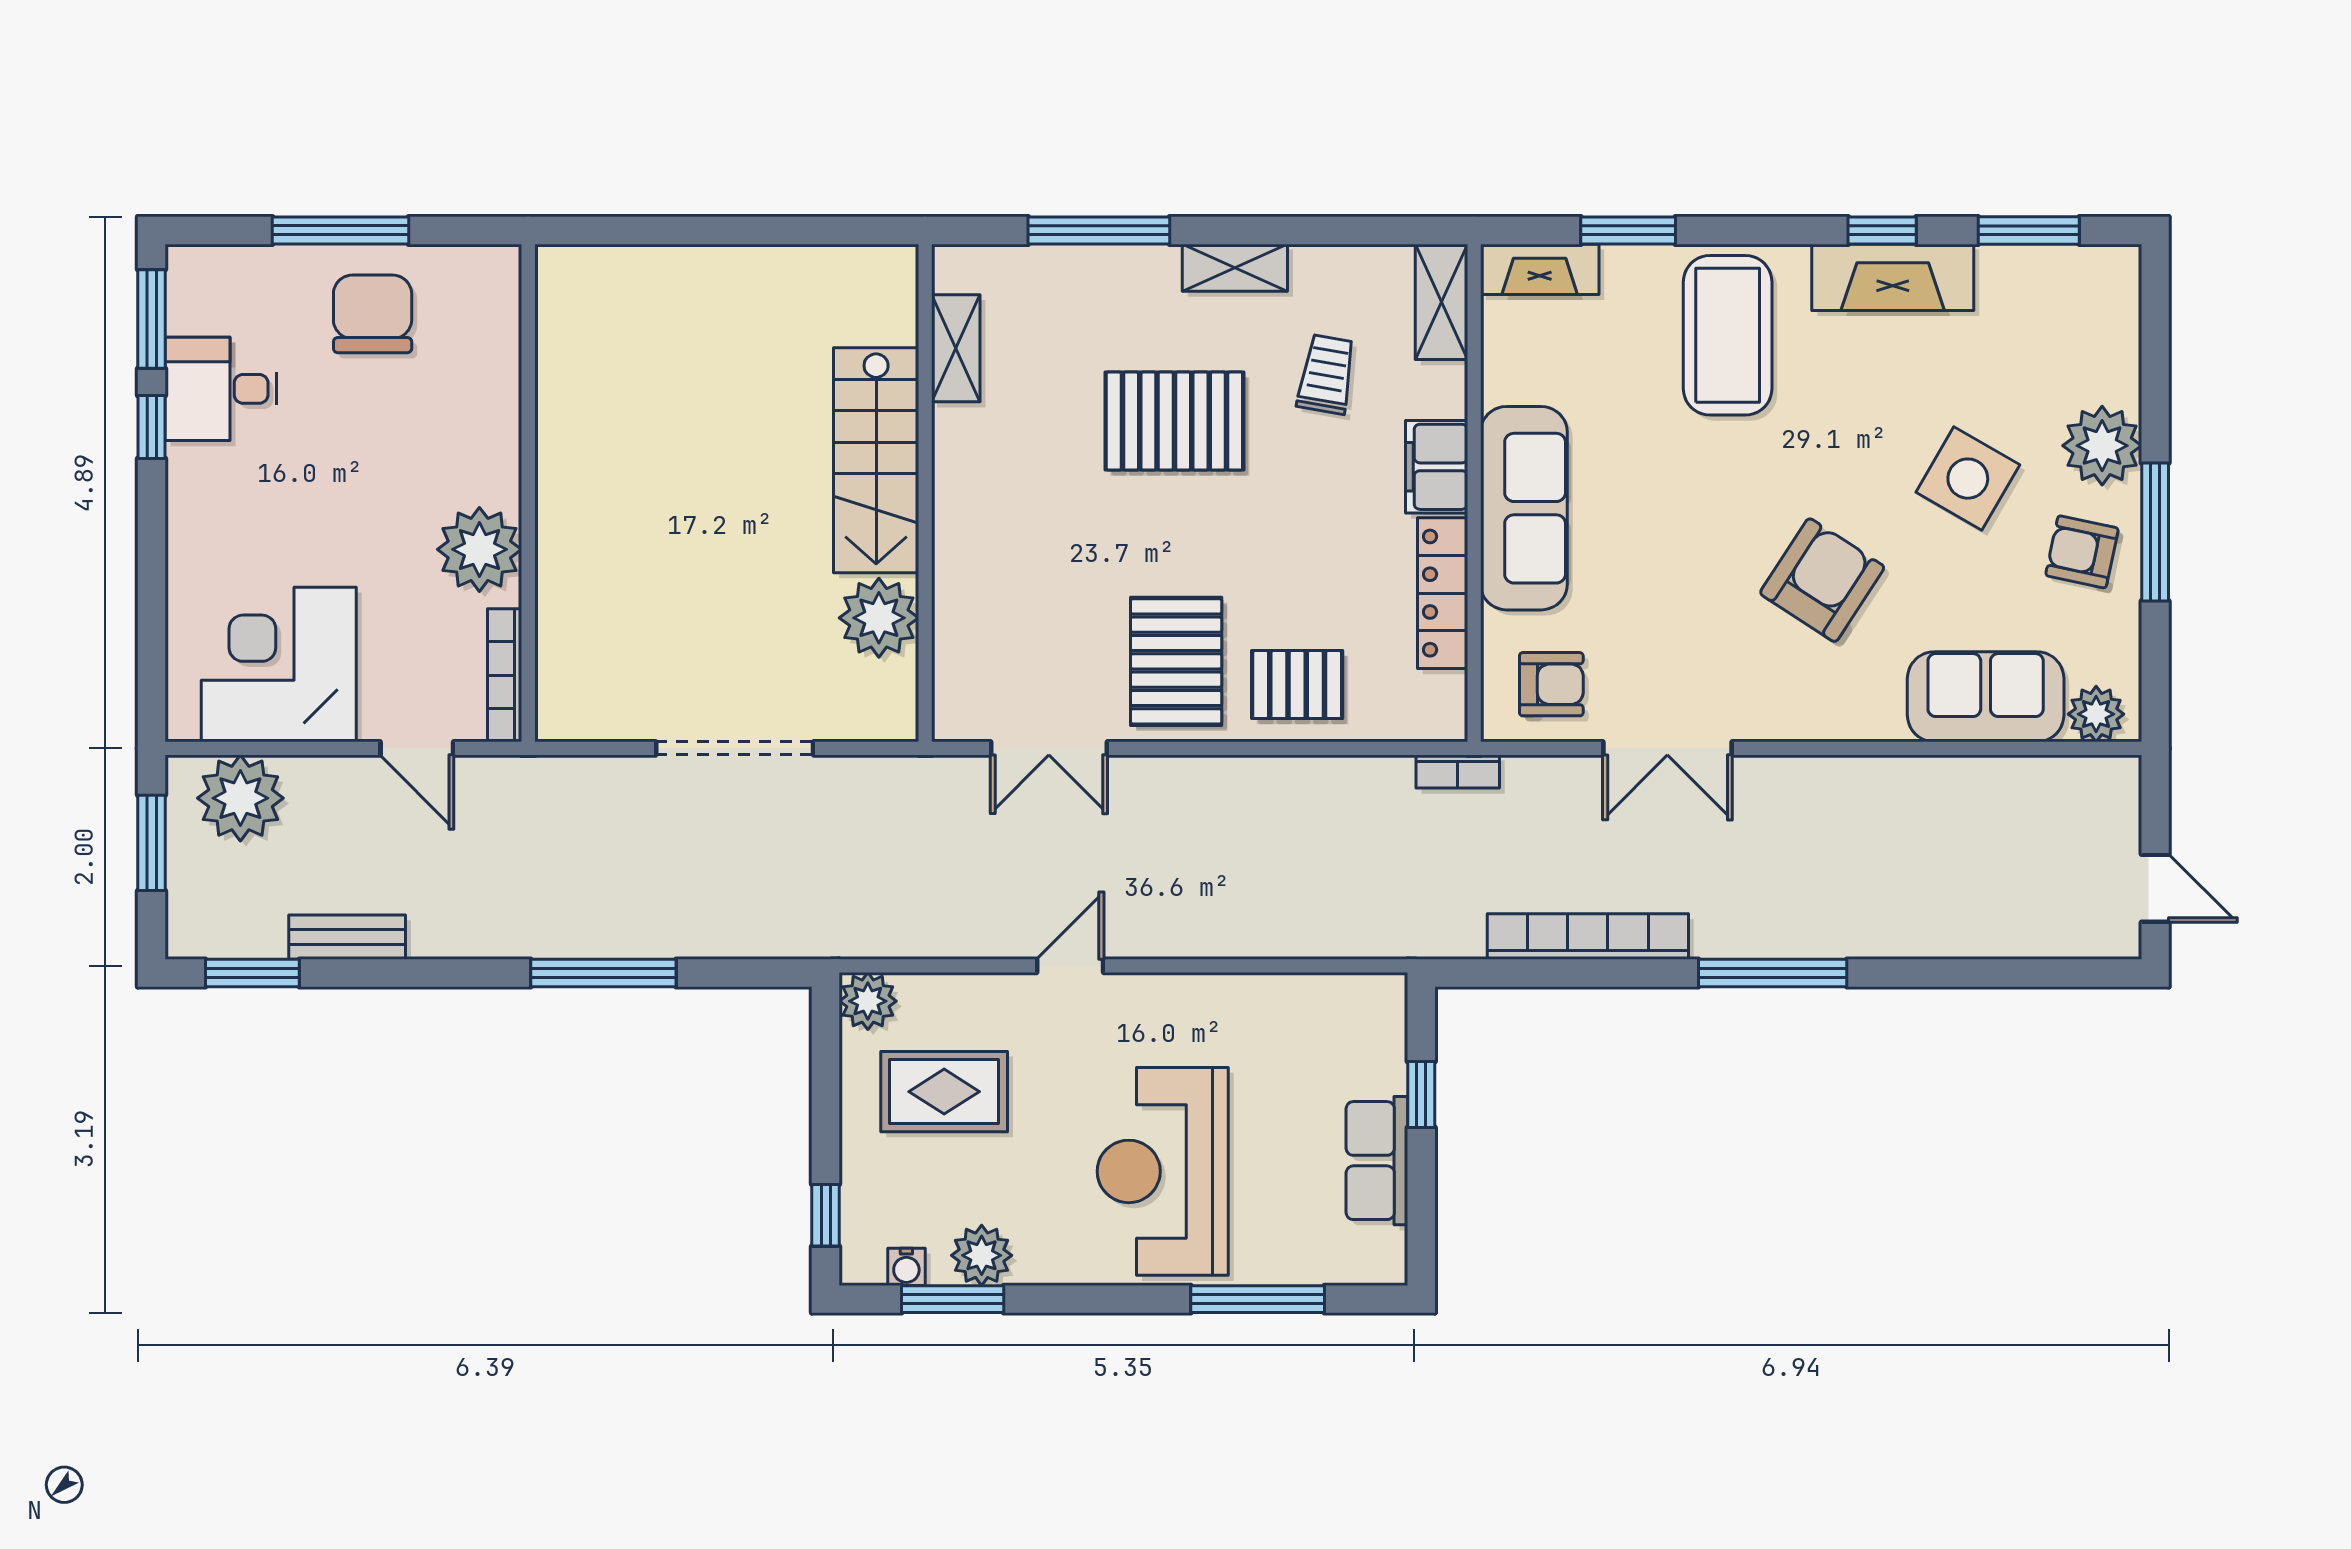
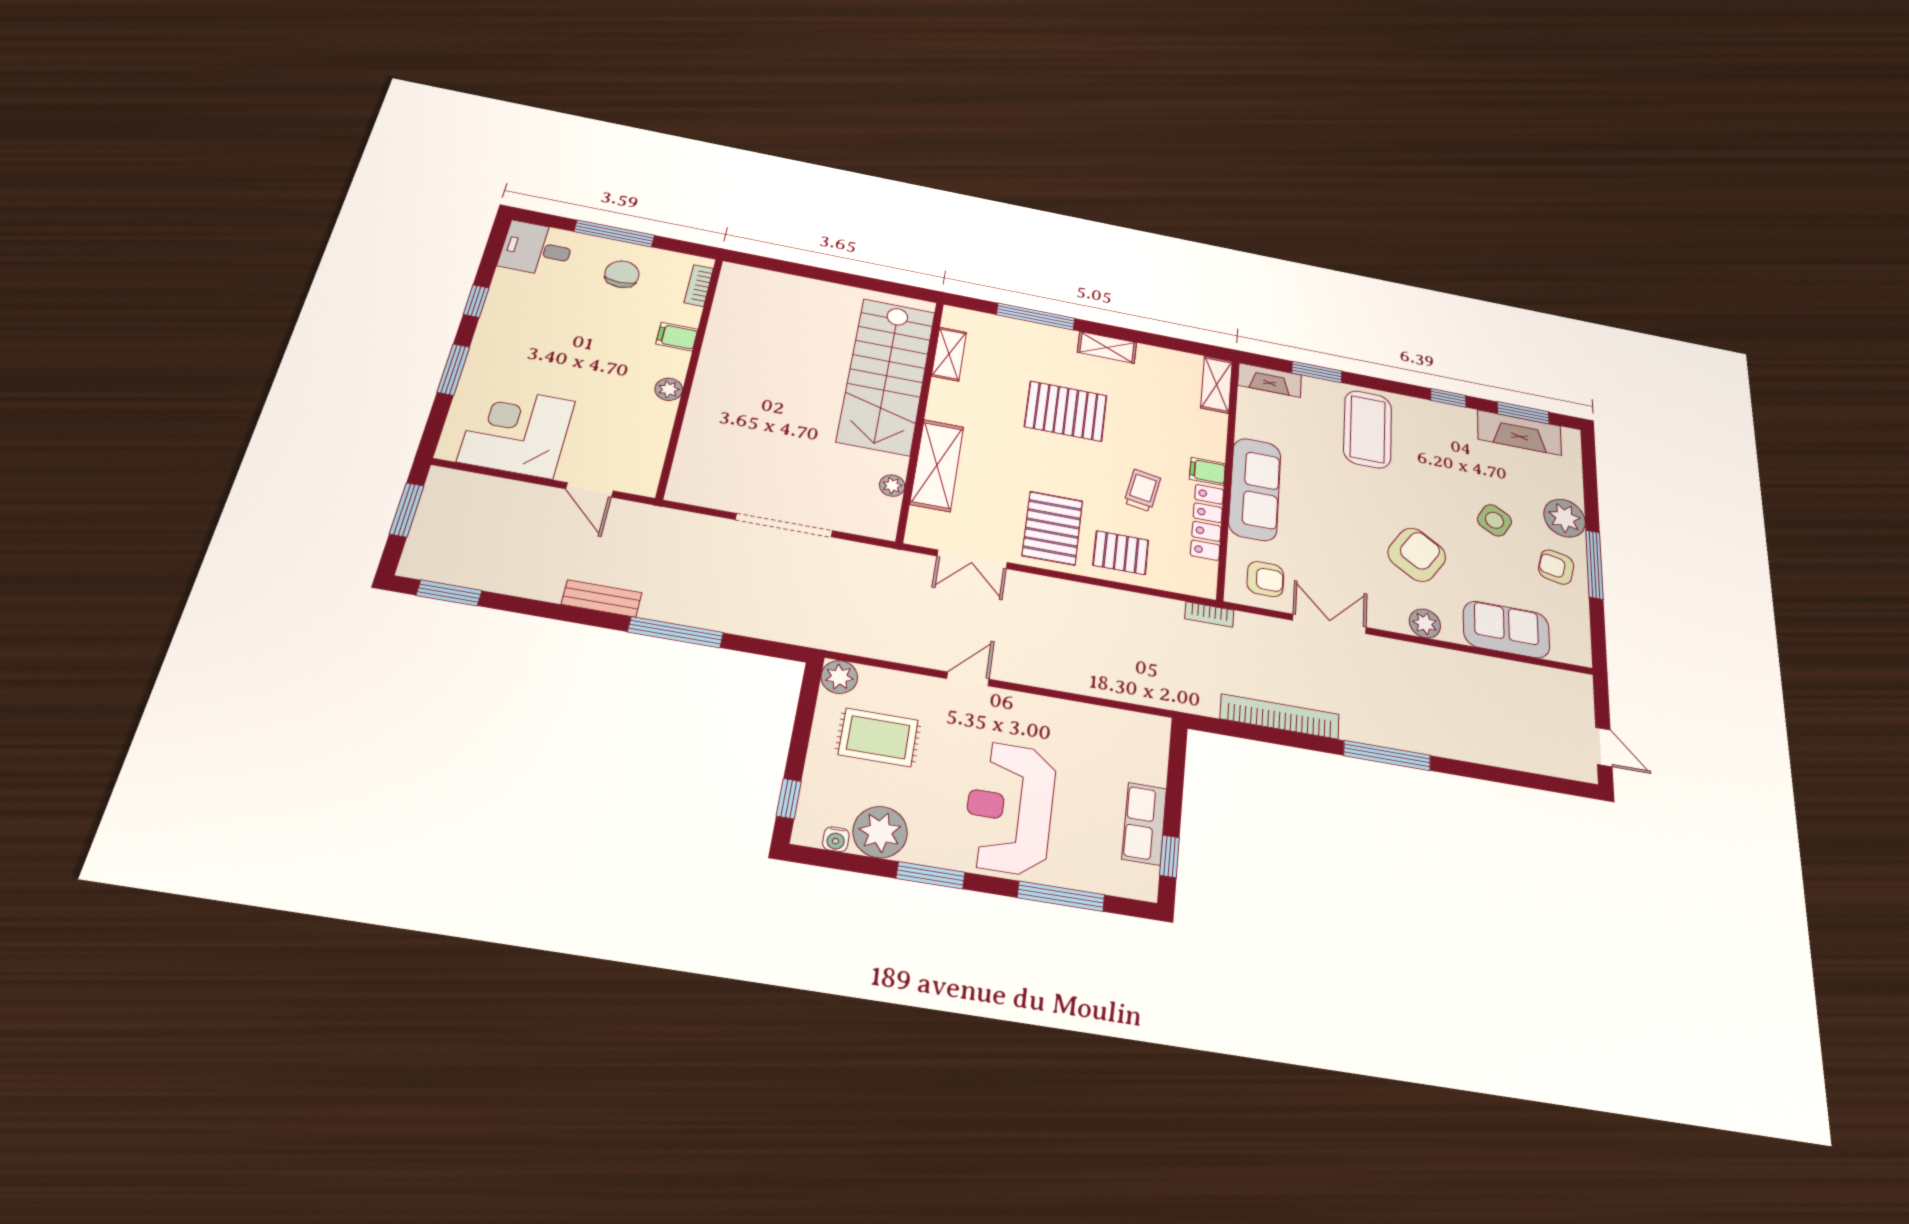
fireplace: (1893, 277) -> (1519, 433), moved
chair: (373, 314) -> (622, 274), width x0.73, depth x0.73
window: (152, 319) -> (453, 370), moved
trolley: (1327, 374) -> (1142, 490), moved
desk: (221, 389) -> (537, 249), moved
filing cabinet: (490, 421) -> (677, 337), added
stairs: (876, 460) -> (886, 376), width x1.36, depth x1.51
filing cabinet: (1437, 467) -> (1207, 471), width x0.50
side table: (1968, 479) -> (1494, 520), width x0.73, depth x0.73
plant: (479, 549) -> (669, 389), width x0.53, depth x0.53
shelving: (966, 580) -> (937, 465), added
plant: (879, 618) -> (892, 486), width x0.53, depth x0.53
bookcase: (505, 675) -> (699, 286), moved, width x0.64
plant: (2096, 714) -> (1425, 623), moved
double door: (1667, 748) -> (1329, 624), swing flipped
plant: (240, 798) -> (471, 496), removed
bench: (347, 937) -> (602, 598), moved
window: (1421, 1095) -> (1170, 856), moved
plant: (982, 1255) -> (880, 832), width x1.36, depth x1.36
window: (953, 1299) -> (931, 875), moved

